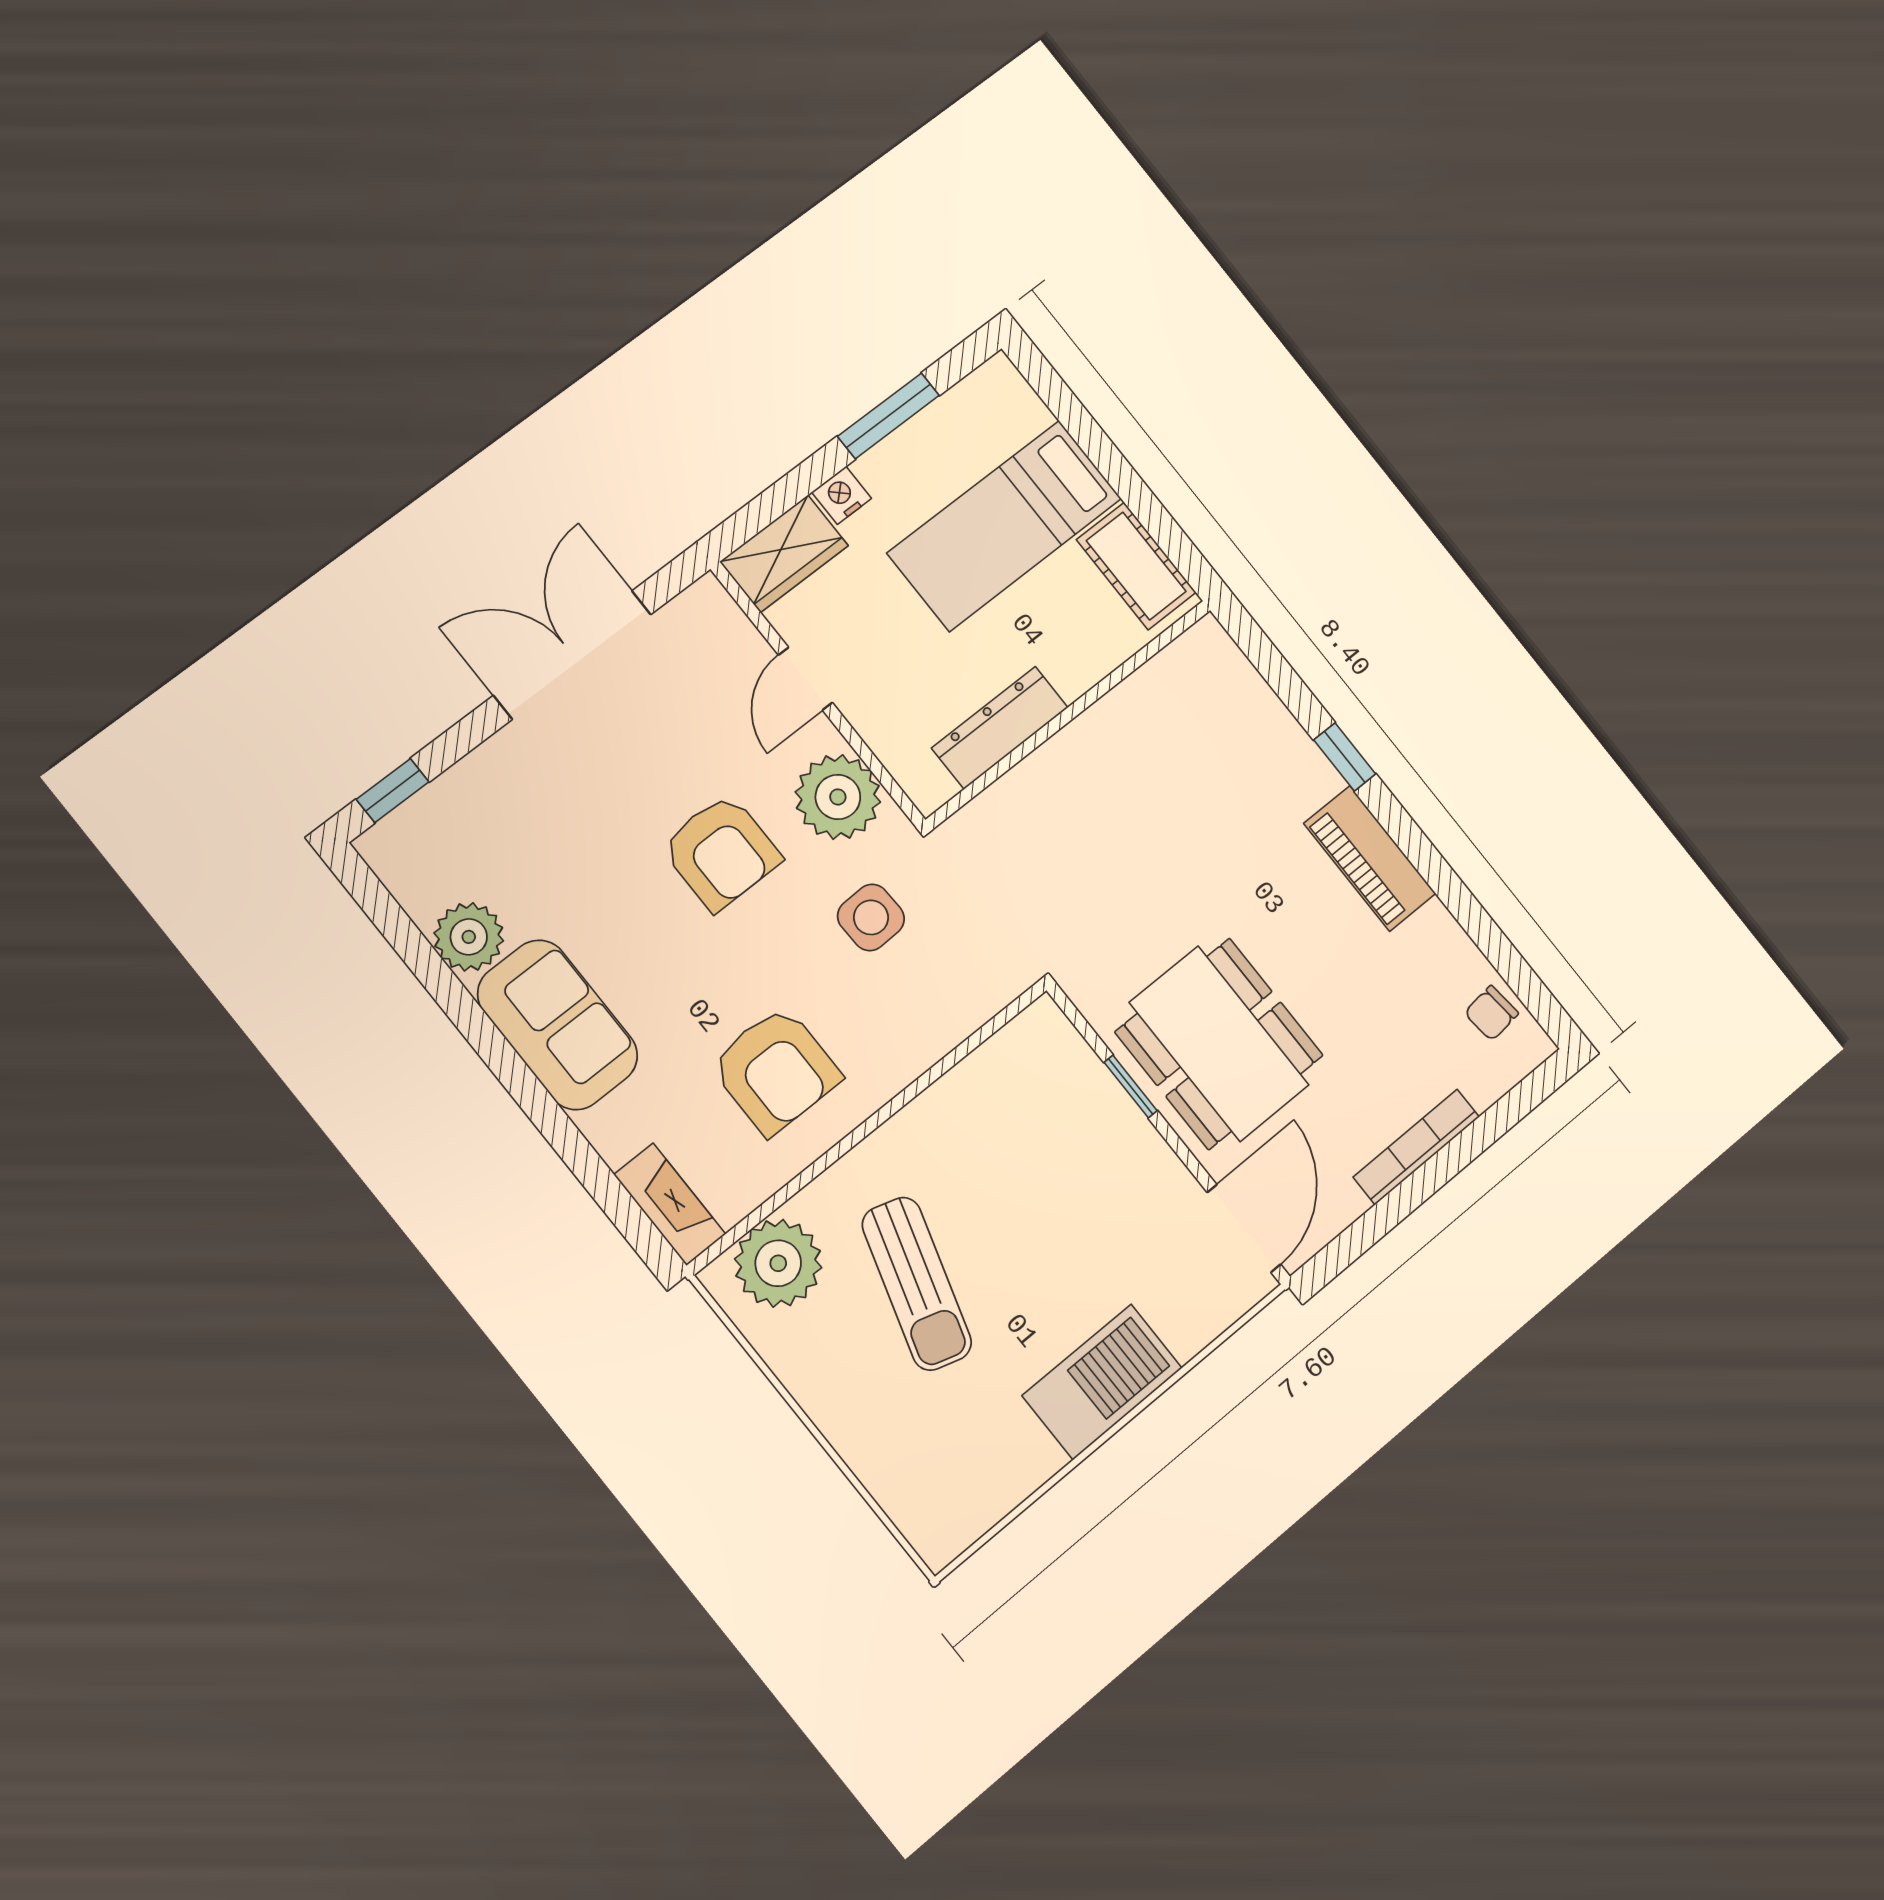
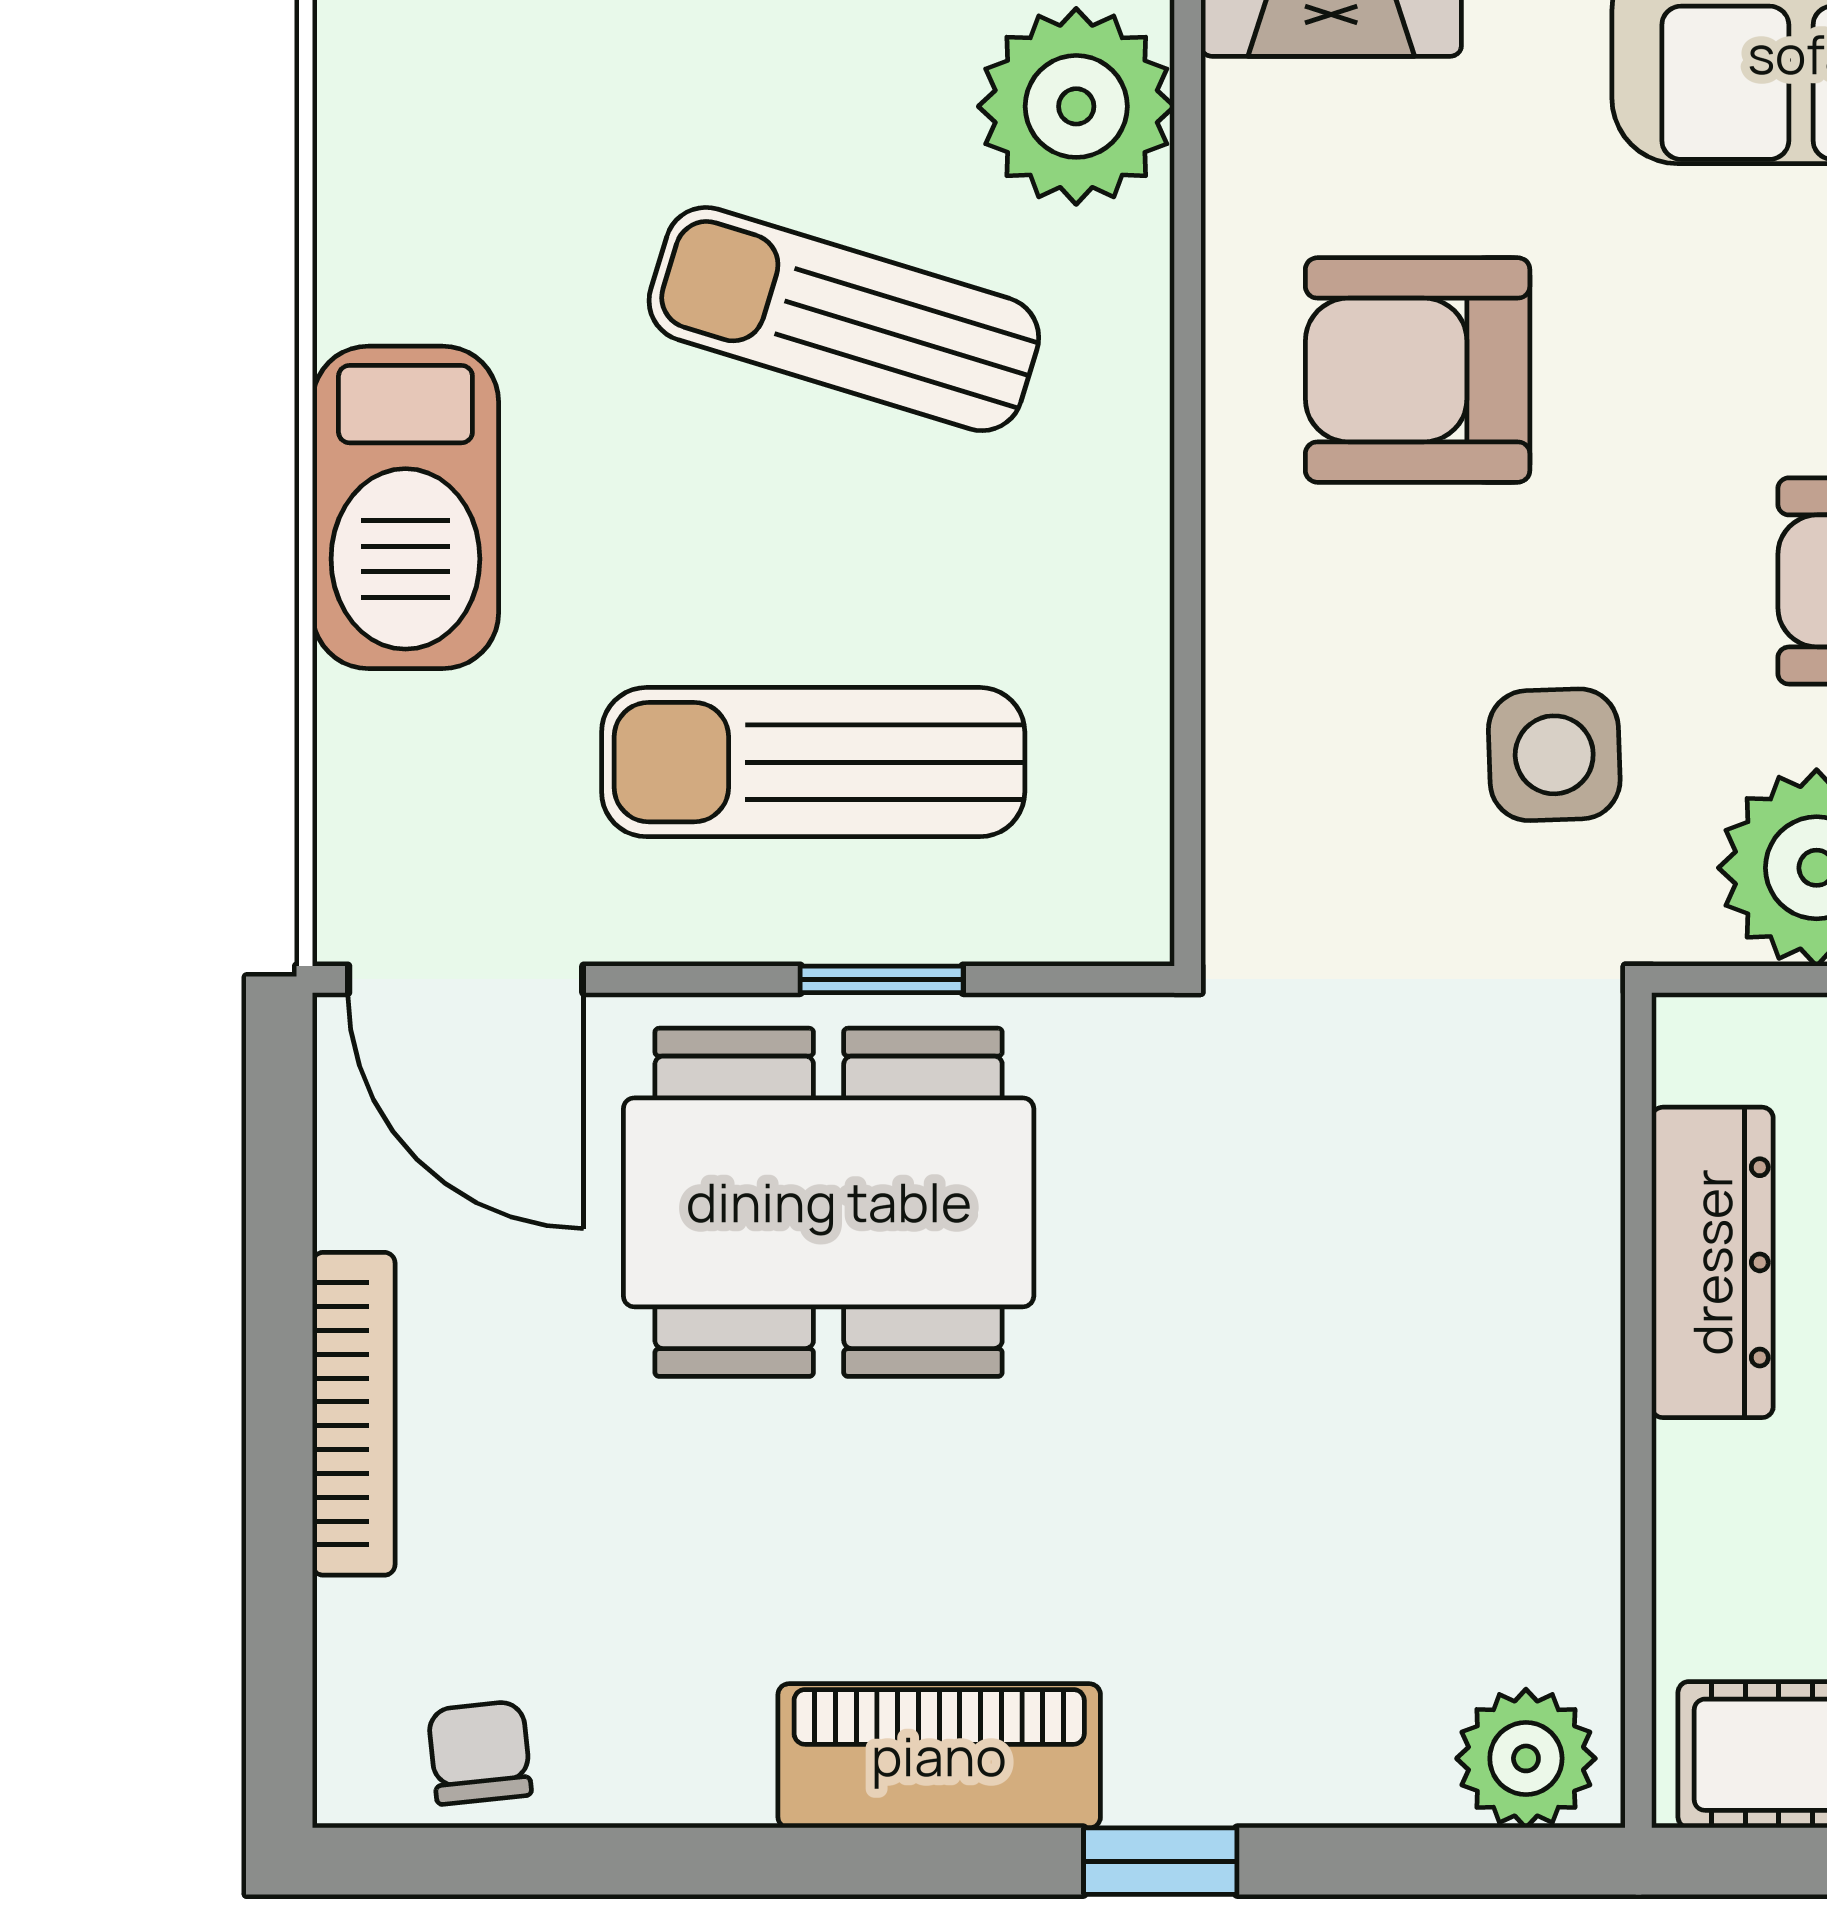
plant: (1214, 661) -> (1526, 1758), added
sun lounger: (1076, 1170) -> (813, 762), added

